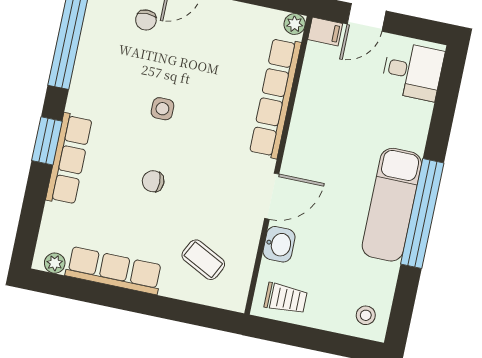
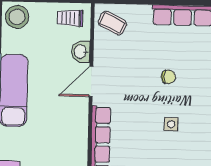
coffee table: (203, 260) -> (112, 23), moved
stool: (366, 315) -> (17, 17), width x1.89, depth x1.89

